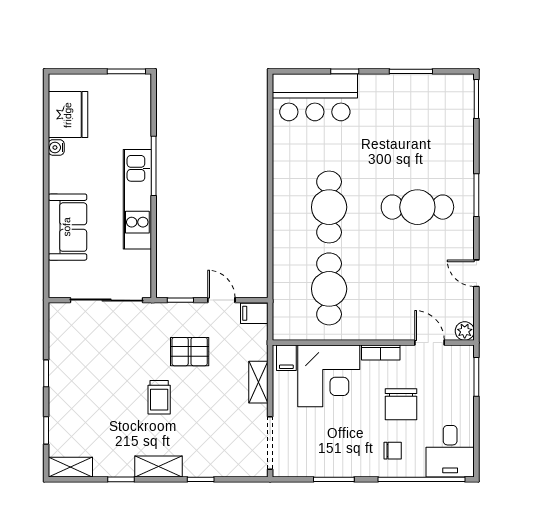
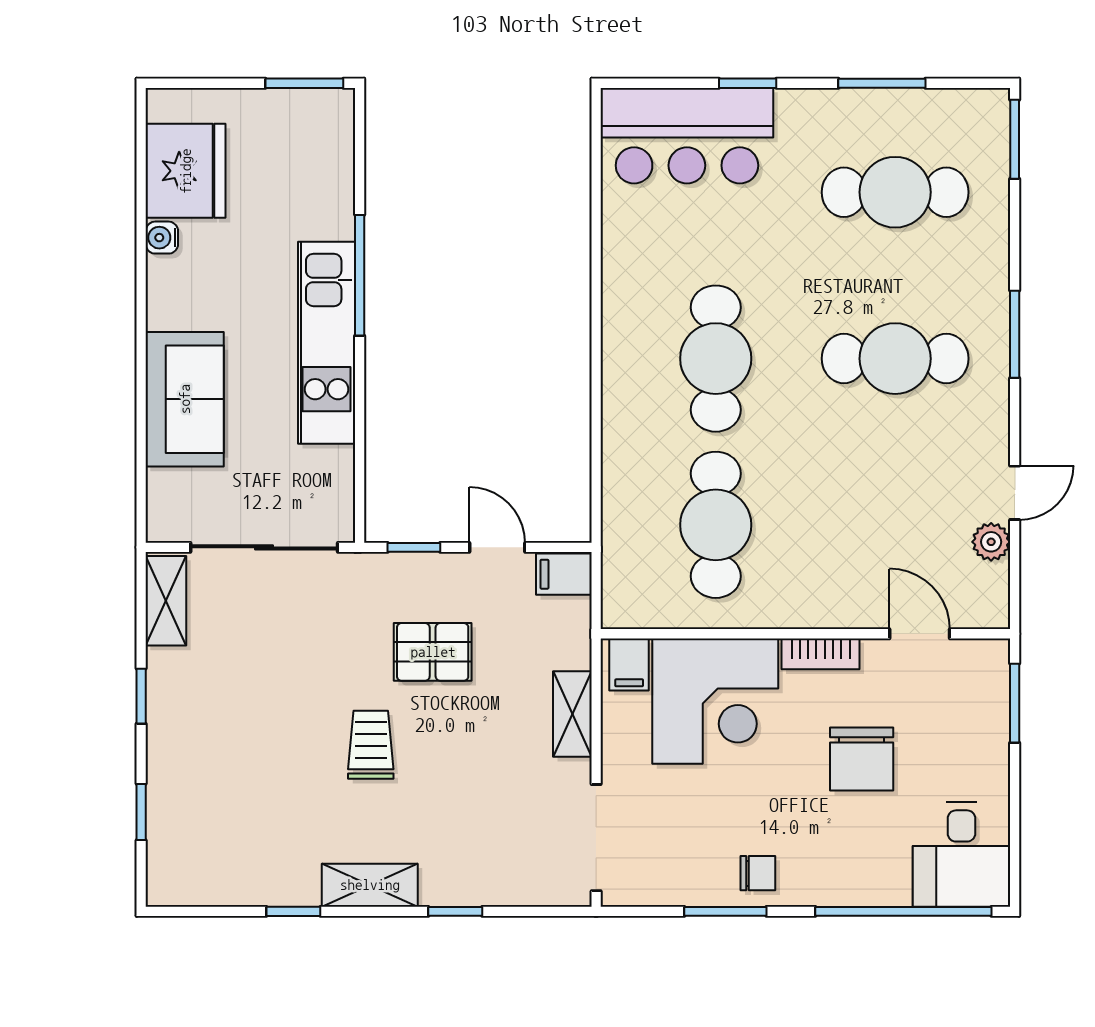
cafe table: (417, 125) -> (895, 192), added
door: (476, 273) -> (1015, 493), swing flipped
plant: (465, 331) -> (991, 542), moved
trolley: (159, 397) -> (371, 745), turned 180
chair: (393, 451) -> (758, 873), moved
shelving: (70, 467) -> (166, 601), moved, turned 90

